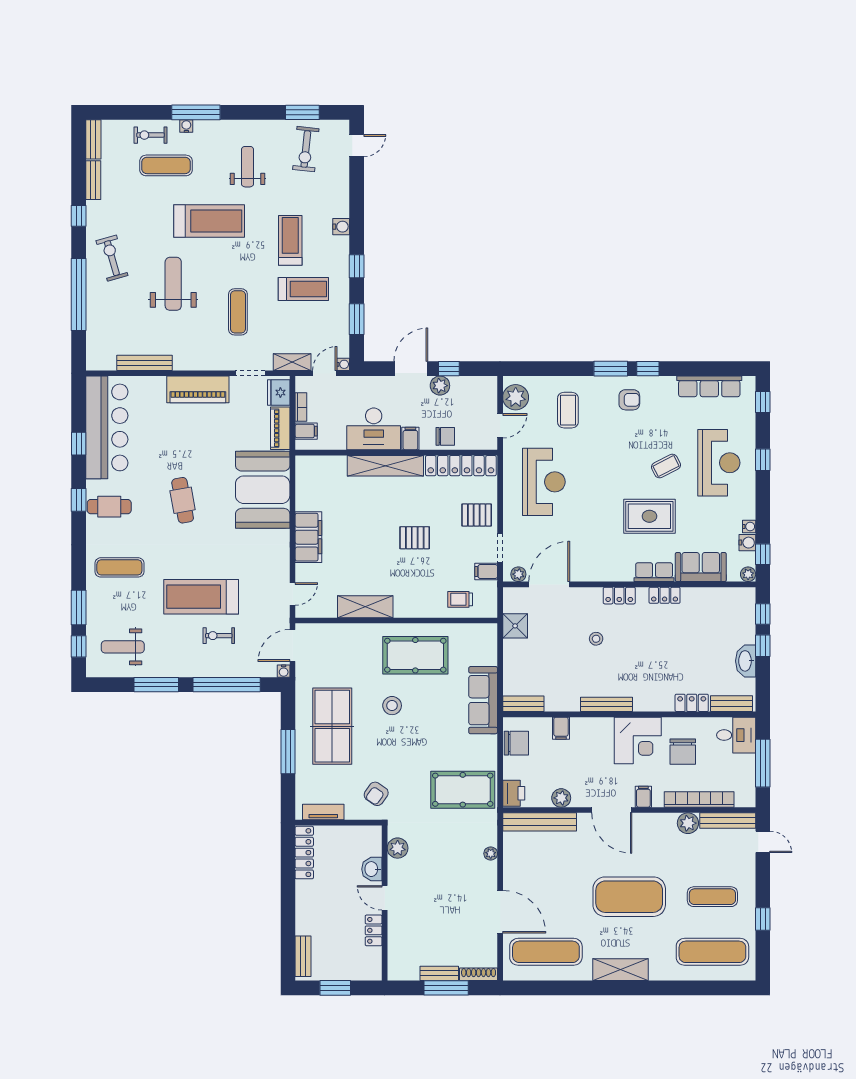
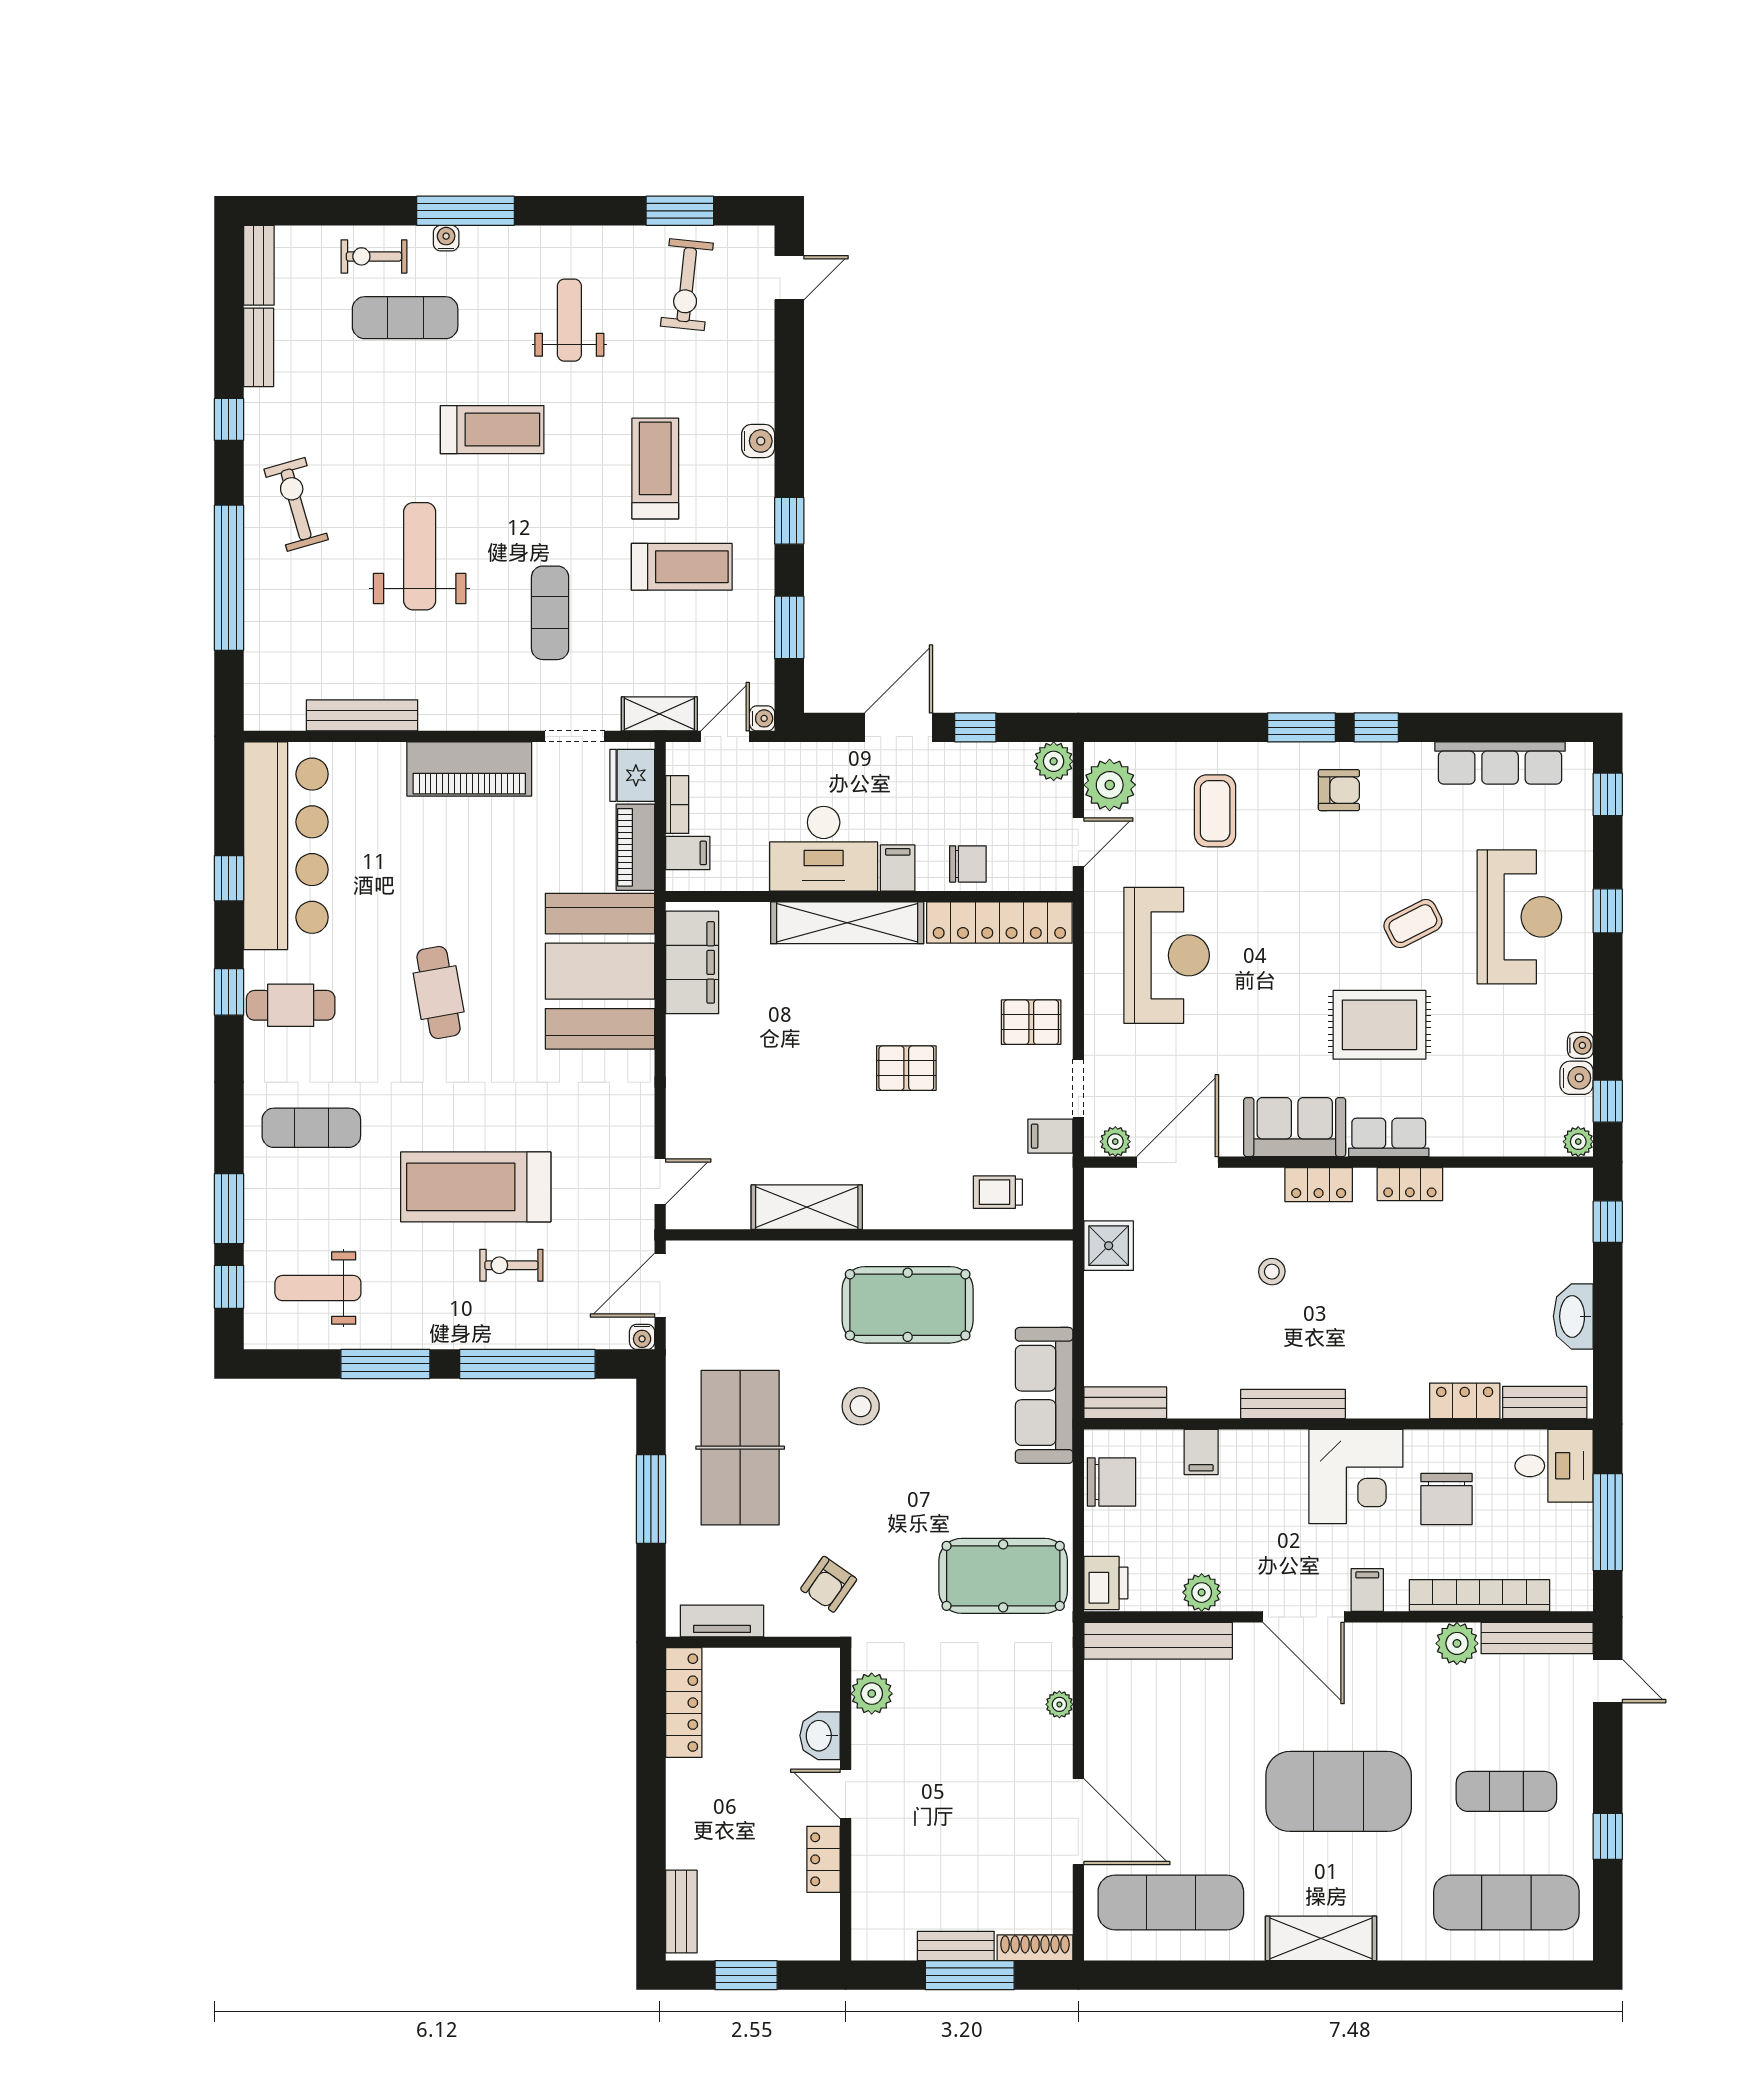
treadmill: (209, 221) -> (492, 430), width x0.73, depth x0.73
plant: (440, 386) -> (1054, 761), moved
filing cabinet: (308, 537) -> (692, 962), moved
sofa: (701, 567) -> (1295, 1127), moved
window: (763, 646) -> (1608, 1286), removed

